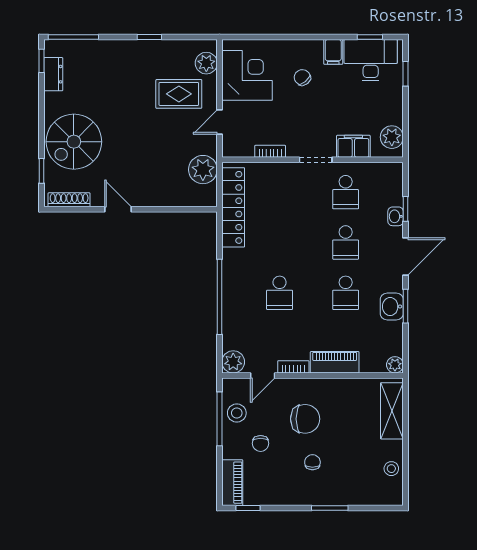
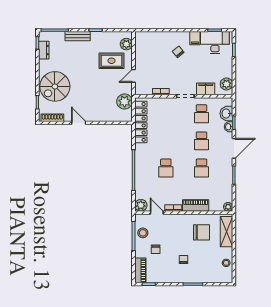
bench: (116, 48) -> (78, 36), added
corner desk: (247, 75) -> (148, 51), removed
washbasin: (392, 307) -> (226, 114), moved
door: (263, 375) -> (157, 213), swing flipped
chair: (305, 419) -> (201, 232), moved

